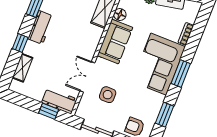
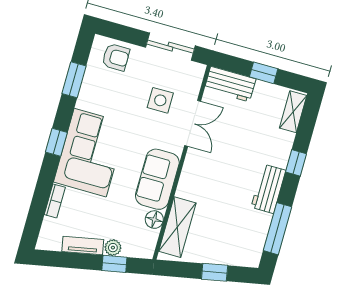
shelving: (23, 68) -> (293, 112), moved
window: (181, 73) -> (56, 142), width x0.67
window: (49, 111) -> (264, 73), moved

